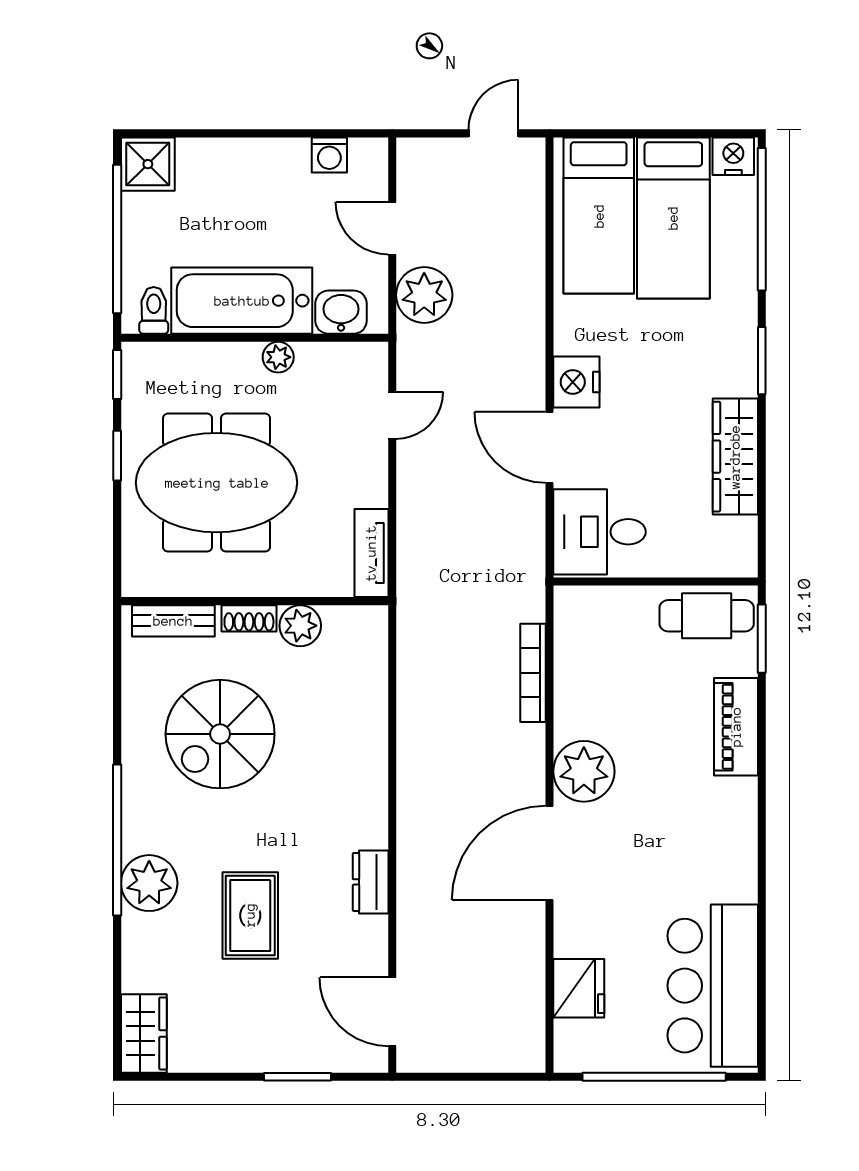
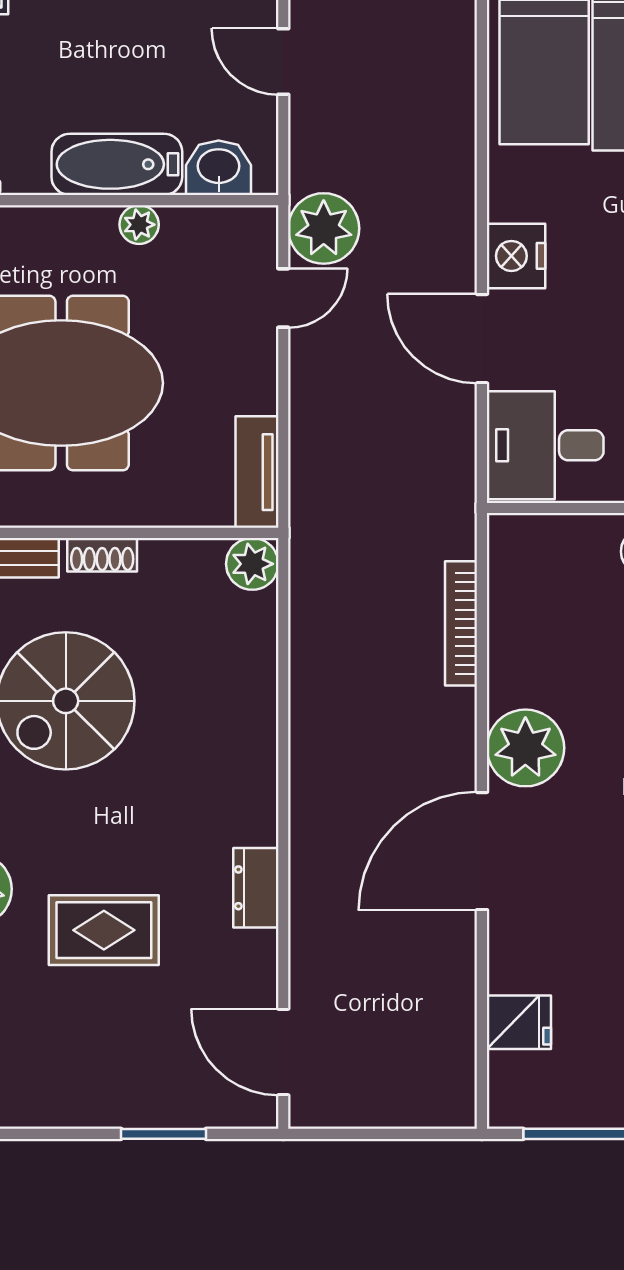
plant: (424, 295) -> (324, 228), moved
bathtub: (242, 301) -> (117, 164), width x0.73, depth x0.73
plant: (300, 626) -> (252, 564), moved
rug: (250, 915) -> (104, 930), turned 90
fridge: (579, 988) -> (519, 1022), width x0.72

